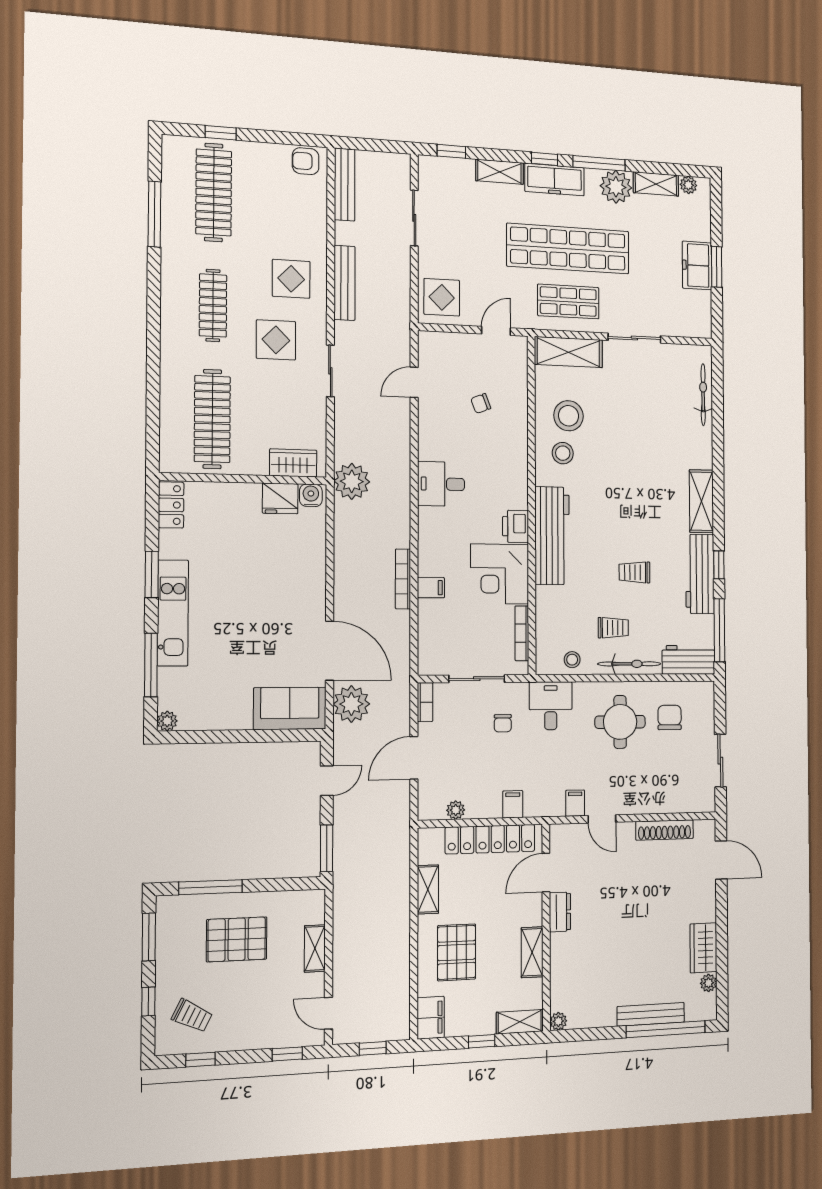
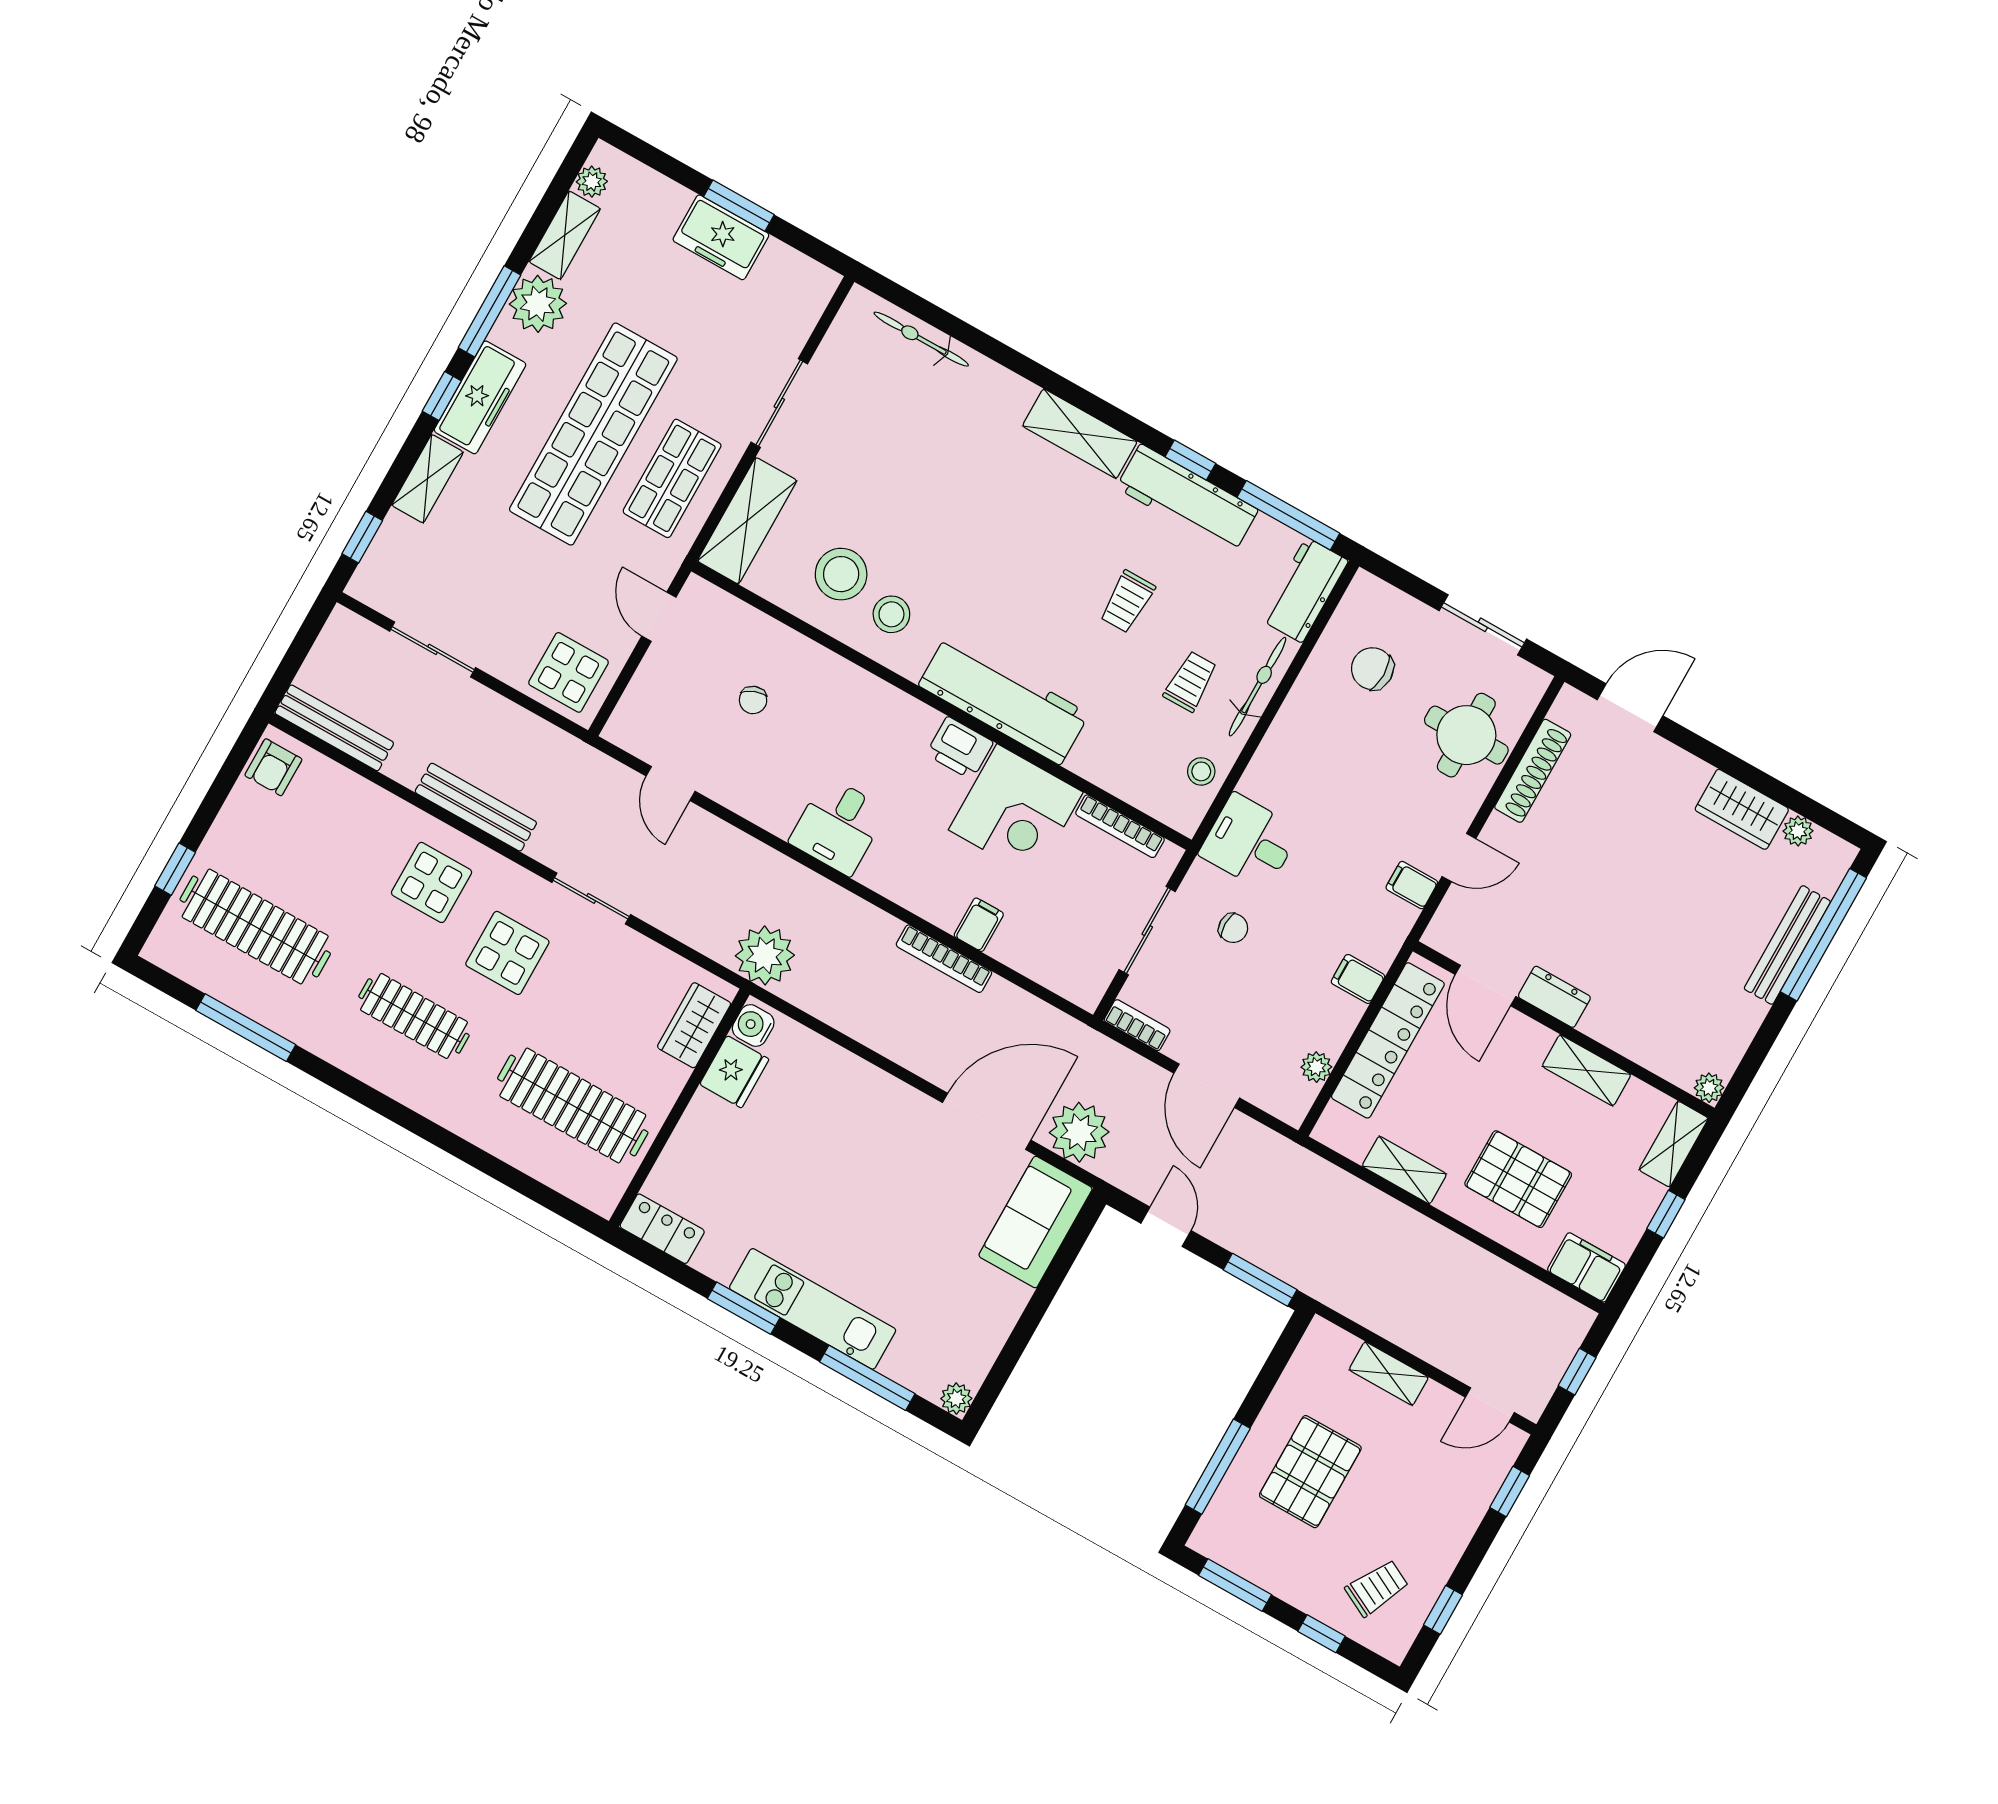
round table: (620, 722) -> (1466, 735), moved

